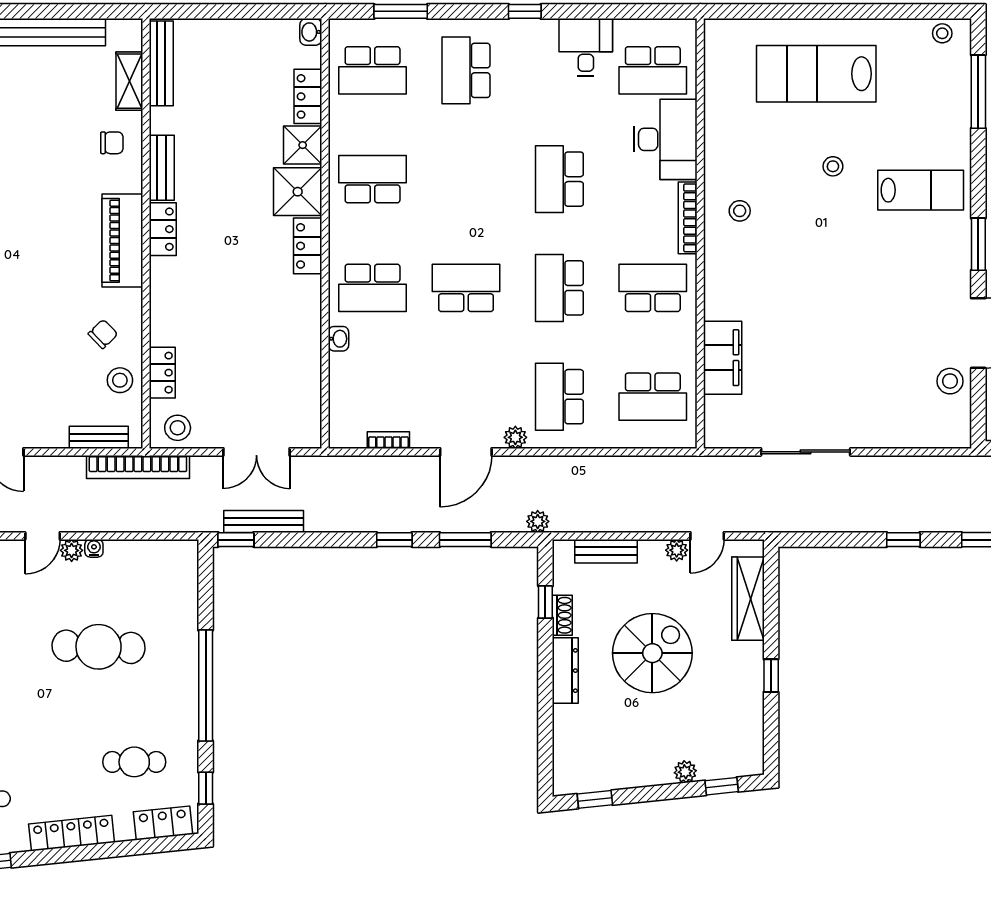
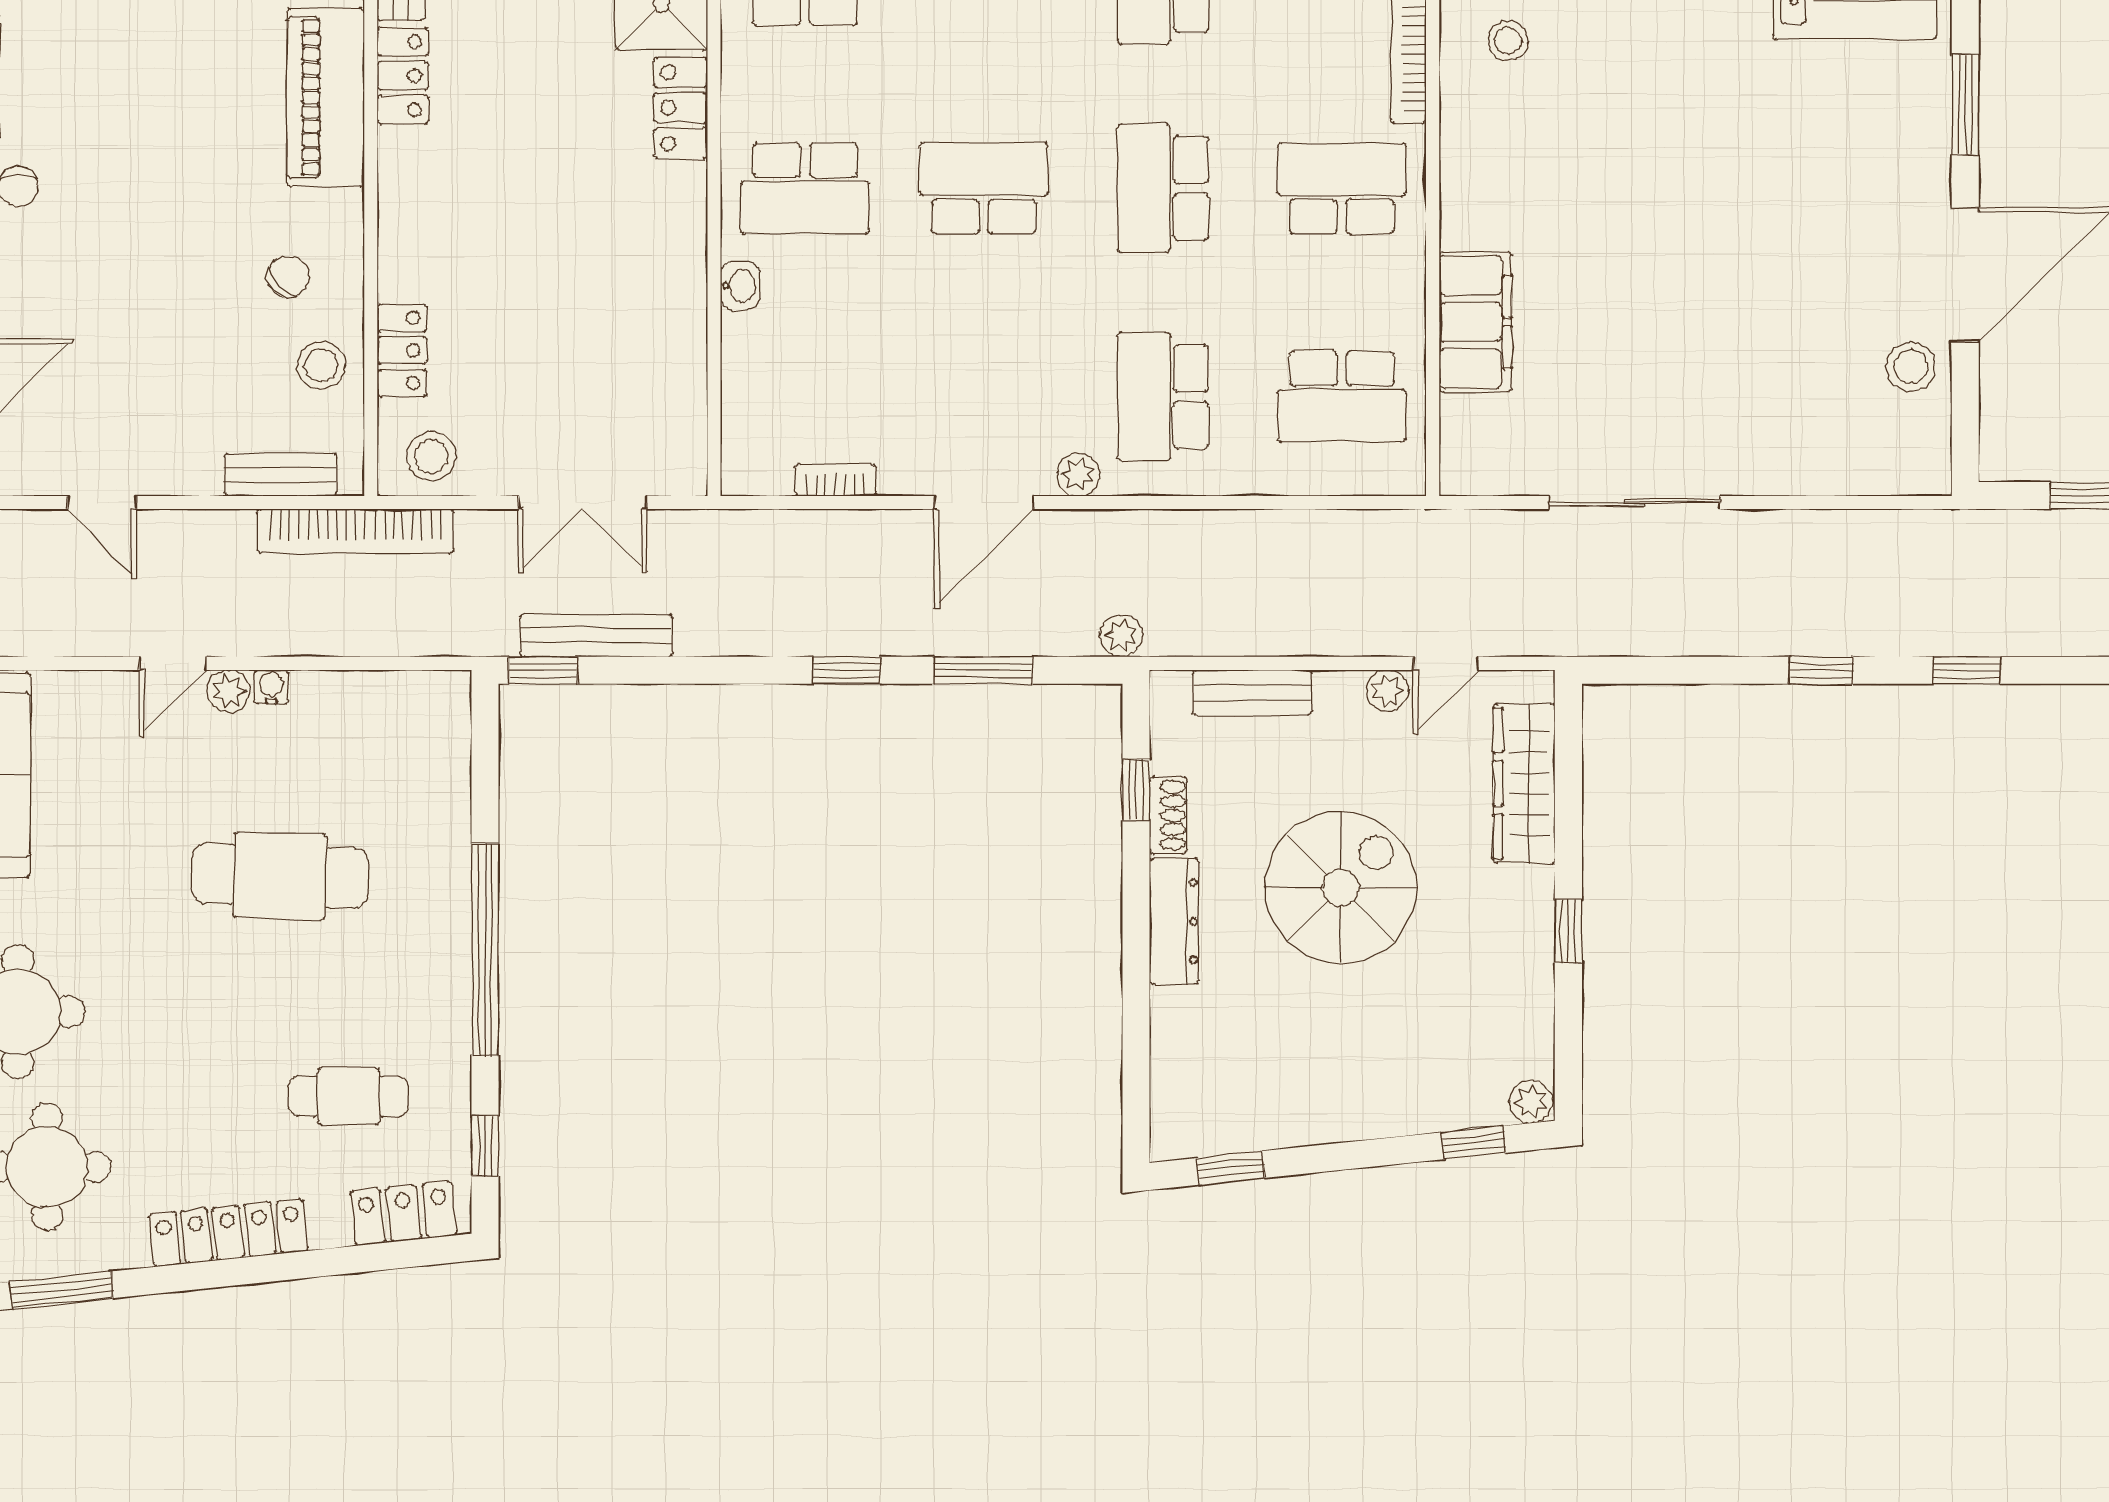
plant: (685, 772) -> (1531, 1102), moved

